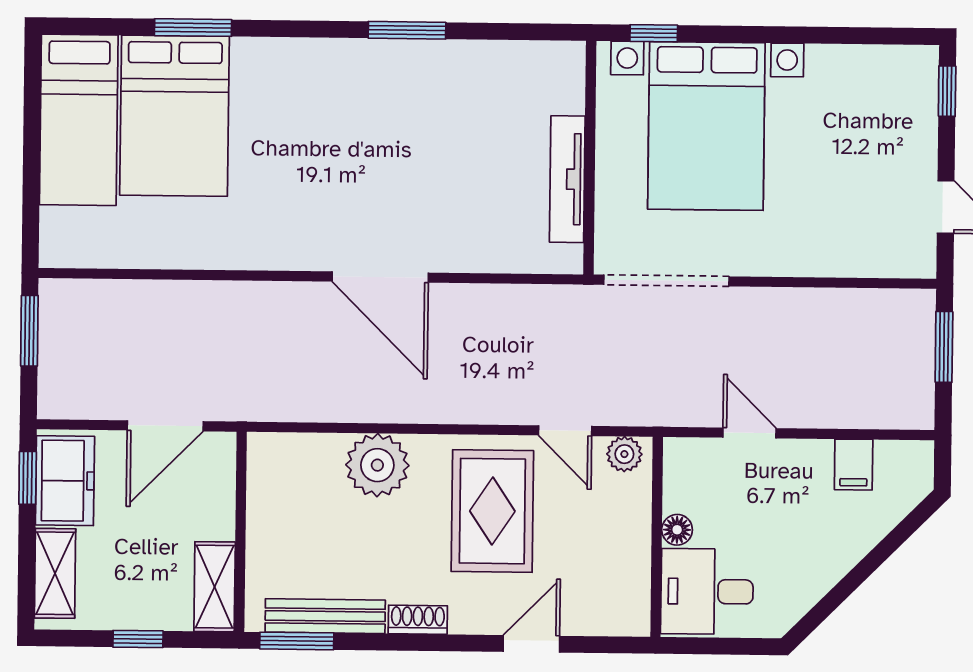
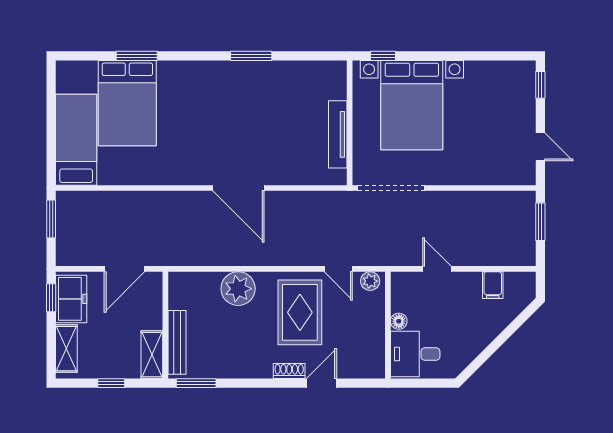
bed: (79, 120) -> (76, 140), moved, turned 180
bench: (325, 616) -> (177, 342), moved, turned 90
shoe rack: (418, 620) -> (289, 371), moved

